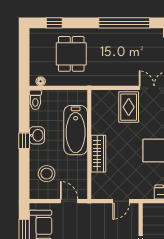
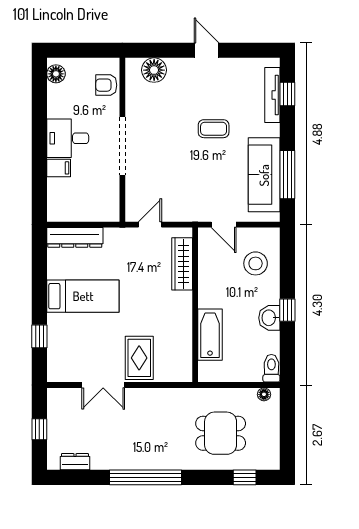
dining table: (71, 54) -> (221, 433), turned 90
bathtub: (76, 130) -> (210, 335), width x0.73, depth x0.73
wardrobe: (98, 154) -> (182, 264), moved

